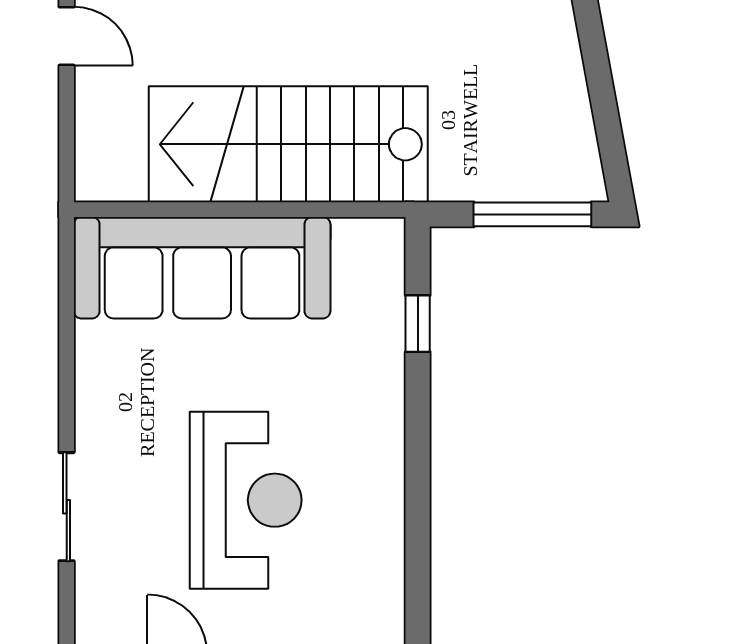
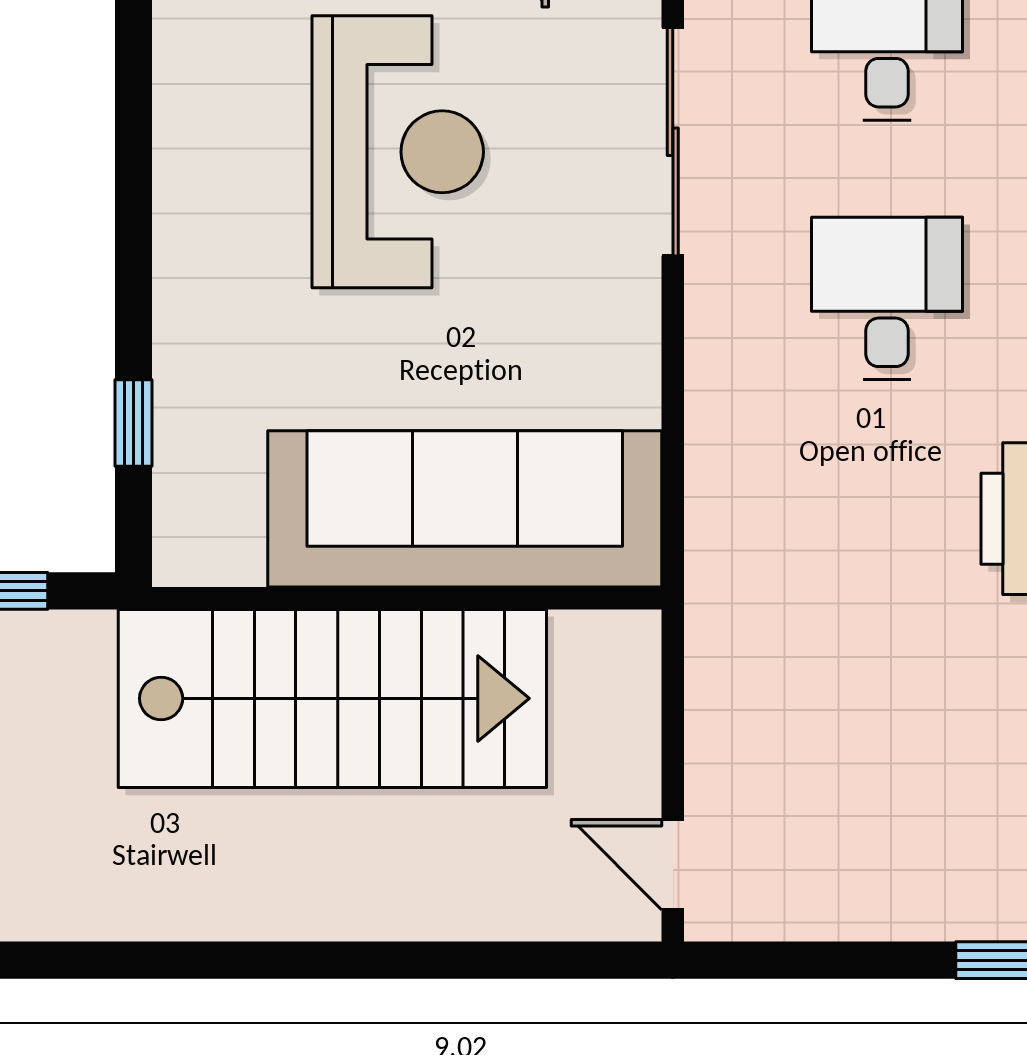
reception desk: (246, 500) -> (398, 152), turned 180
sliding door: (67, 507) -> (673, 142), width x1.37

